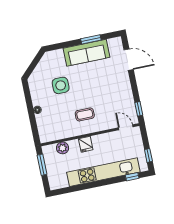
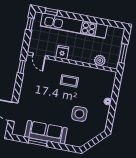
fridge: (86, 144) -> (62, 52), moved

